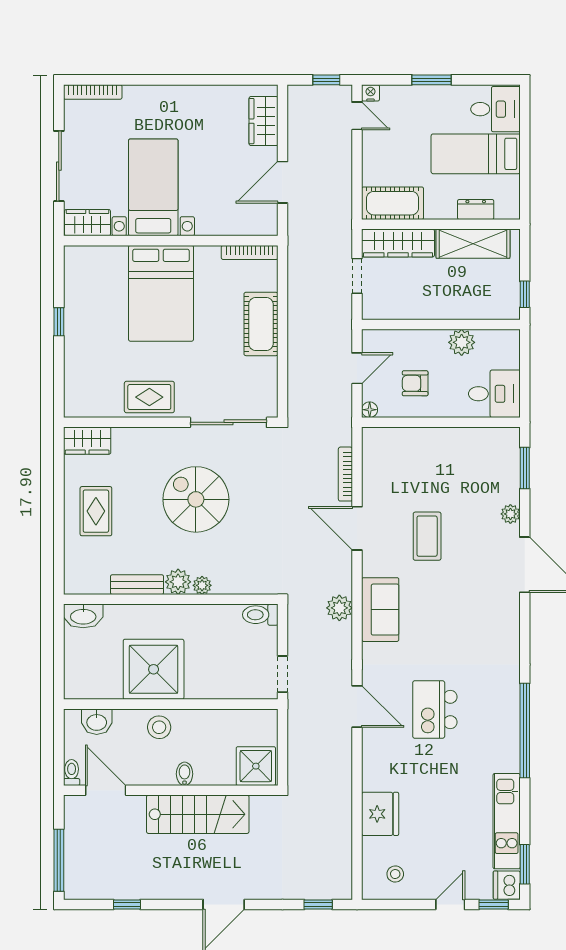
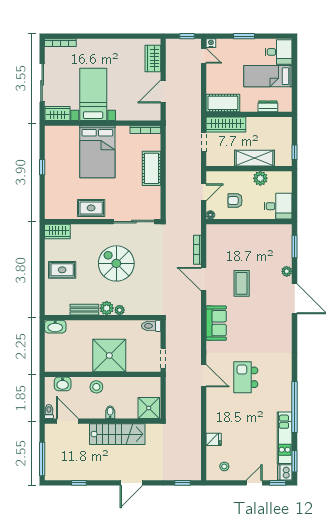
shelving: (473, 244) -> (254, 158), moved
rug: (96, 511) -> (62, 270), turned 90
plant: (339, 608) -> (194, 322), removed
shower: (154, 669) -> (109, 355), moved
window: (525, 731) -> (295, 407), moved
fridge: (380, 814) -> (214, 439), width x0.53, depth x0.75

